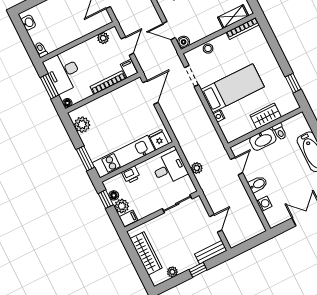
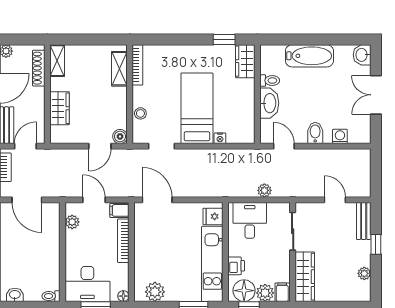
wardrobe: (266, 116) -> (245, 61), moved
floor lamp: (114, 195) -> (244, 291), width x1.89, depth x1.89
wardrobe: (146, 253) -> (305, 277), moved, turned 90

